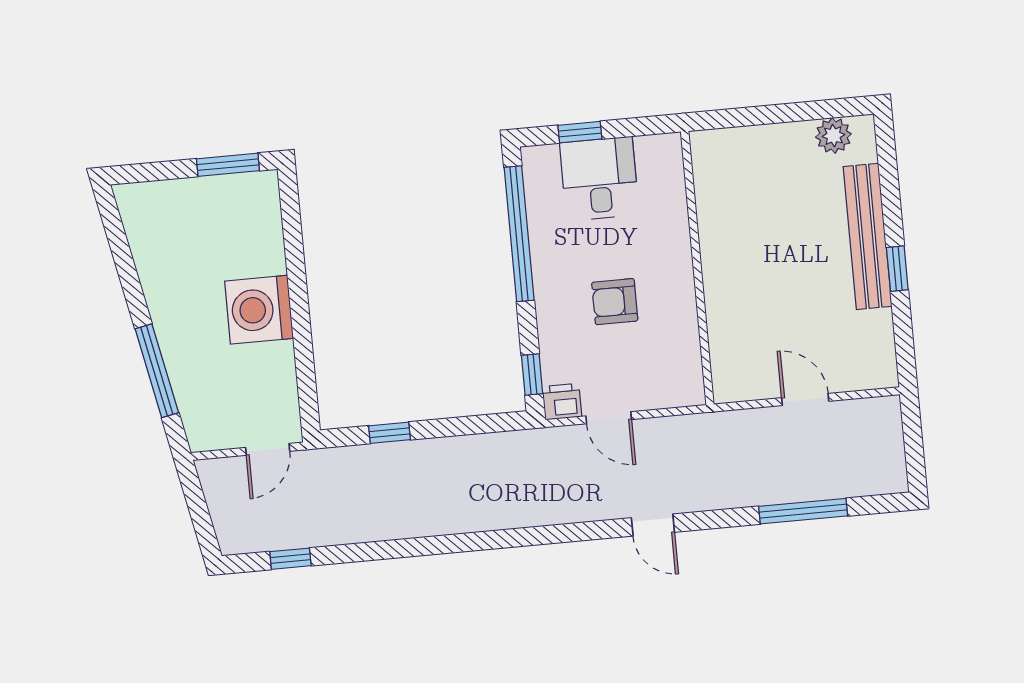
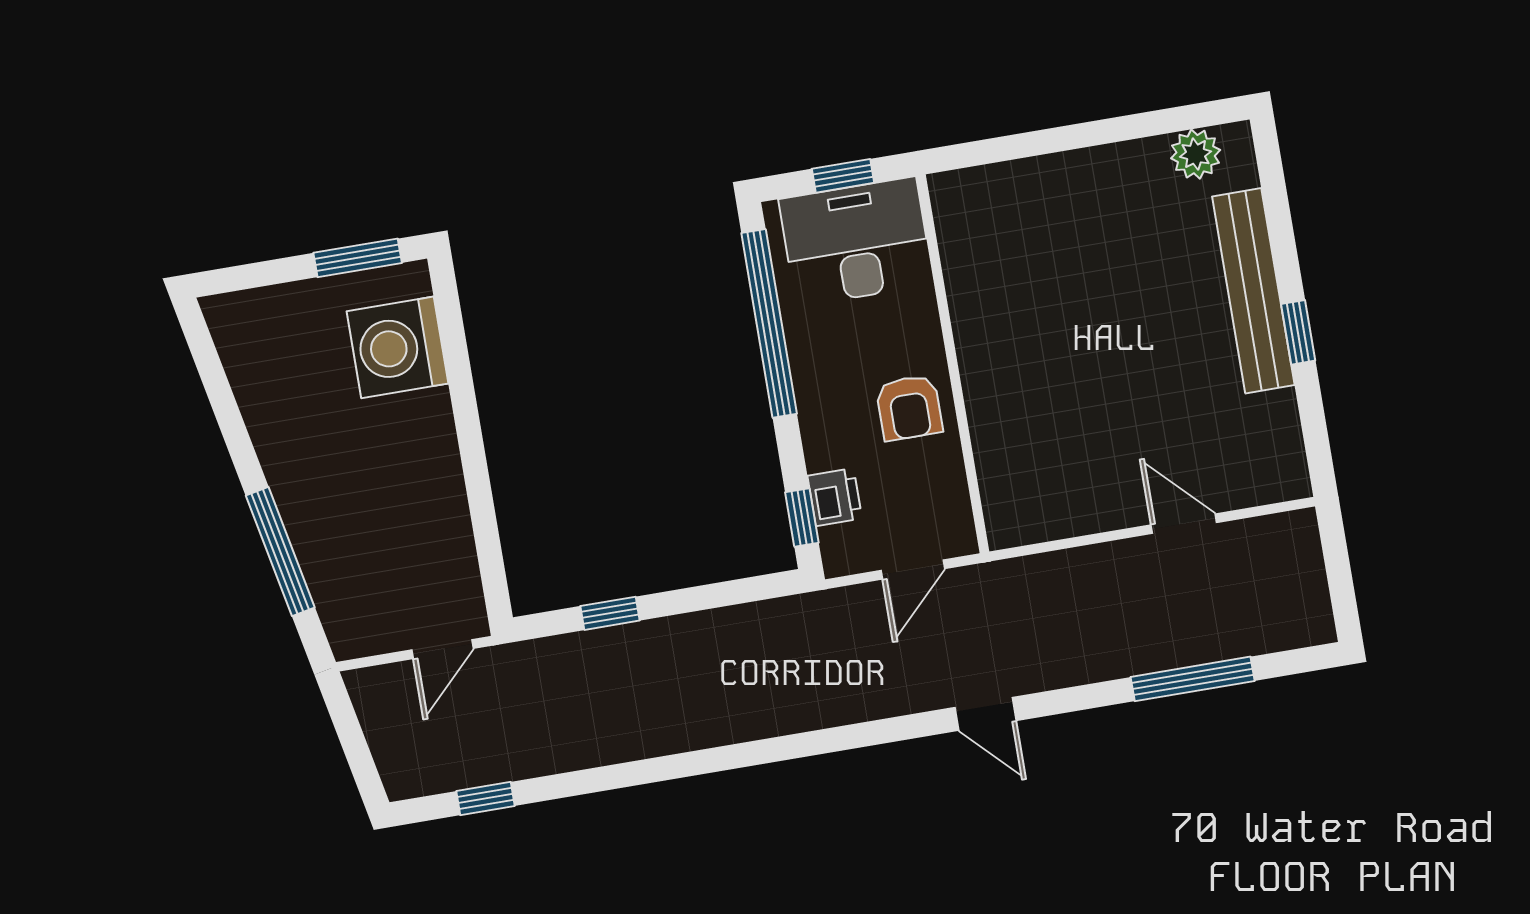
desk: (599, 179) -> (856, 242), width x1.37
wall: (697, 268) -> (953, 364), moved
armchair: (615, 302) -> (909, 408), turned -90
washing machine: (259, 310) -> (398, 347), moved
printer: (562, 402) -> (835, 497), moved, turned 90
door: (609, 418) -> (913, 570), hinge flipped

